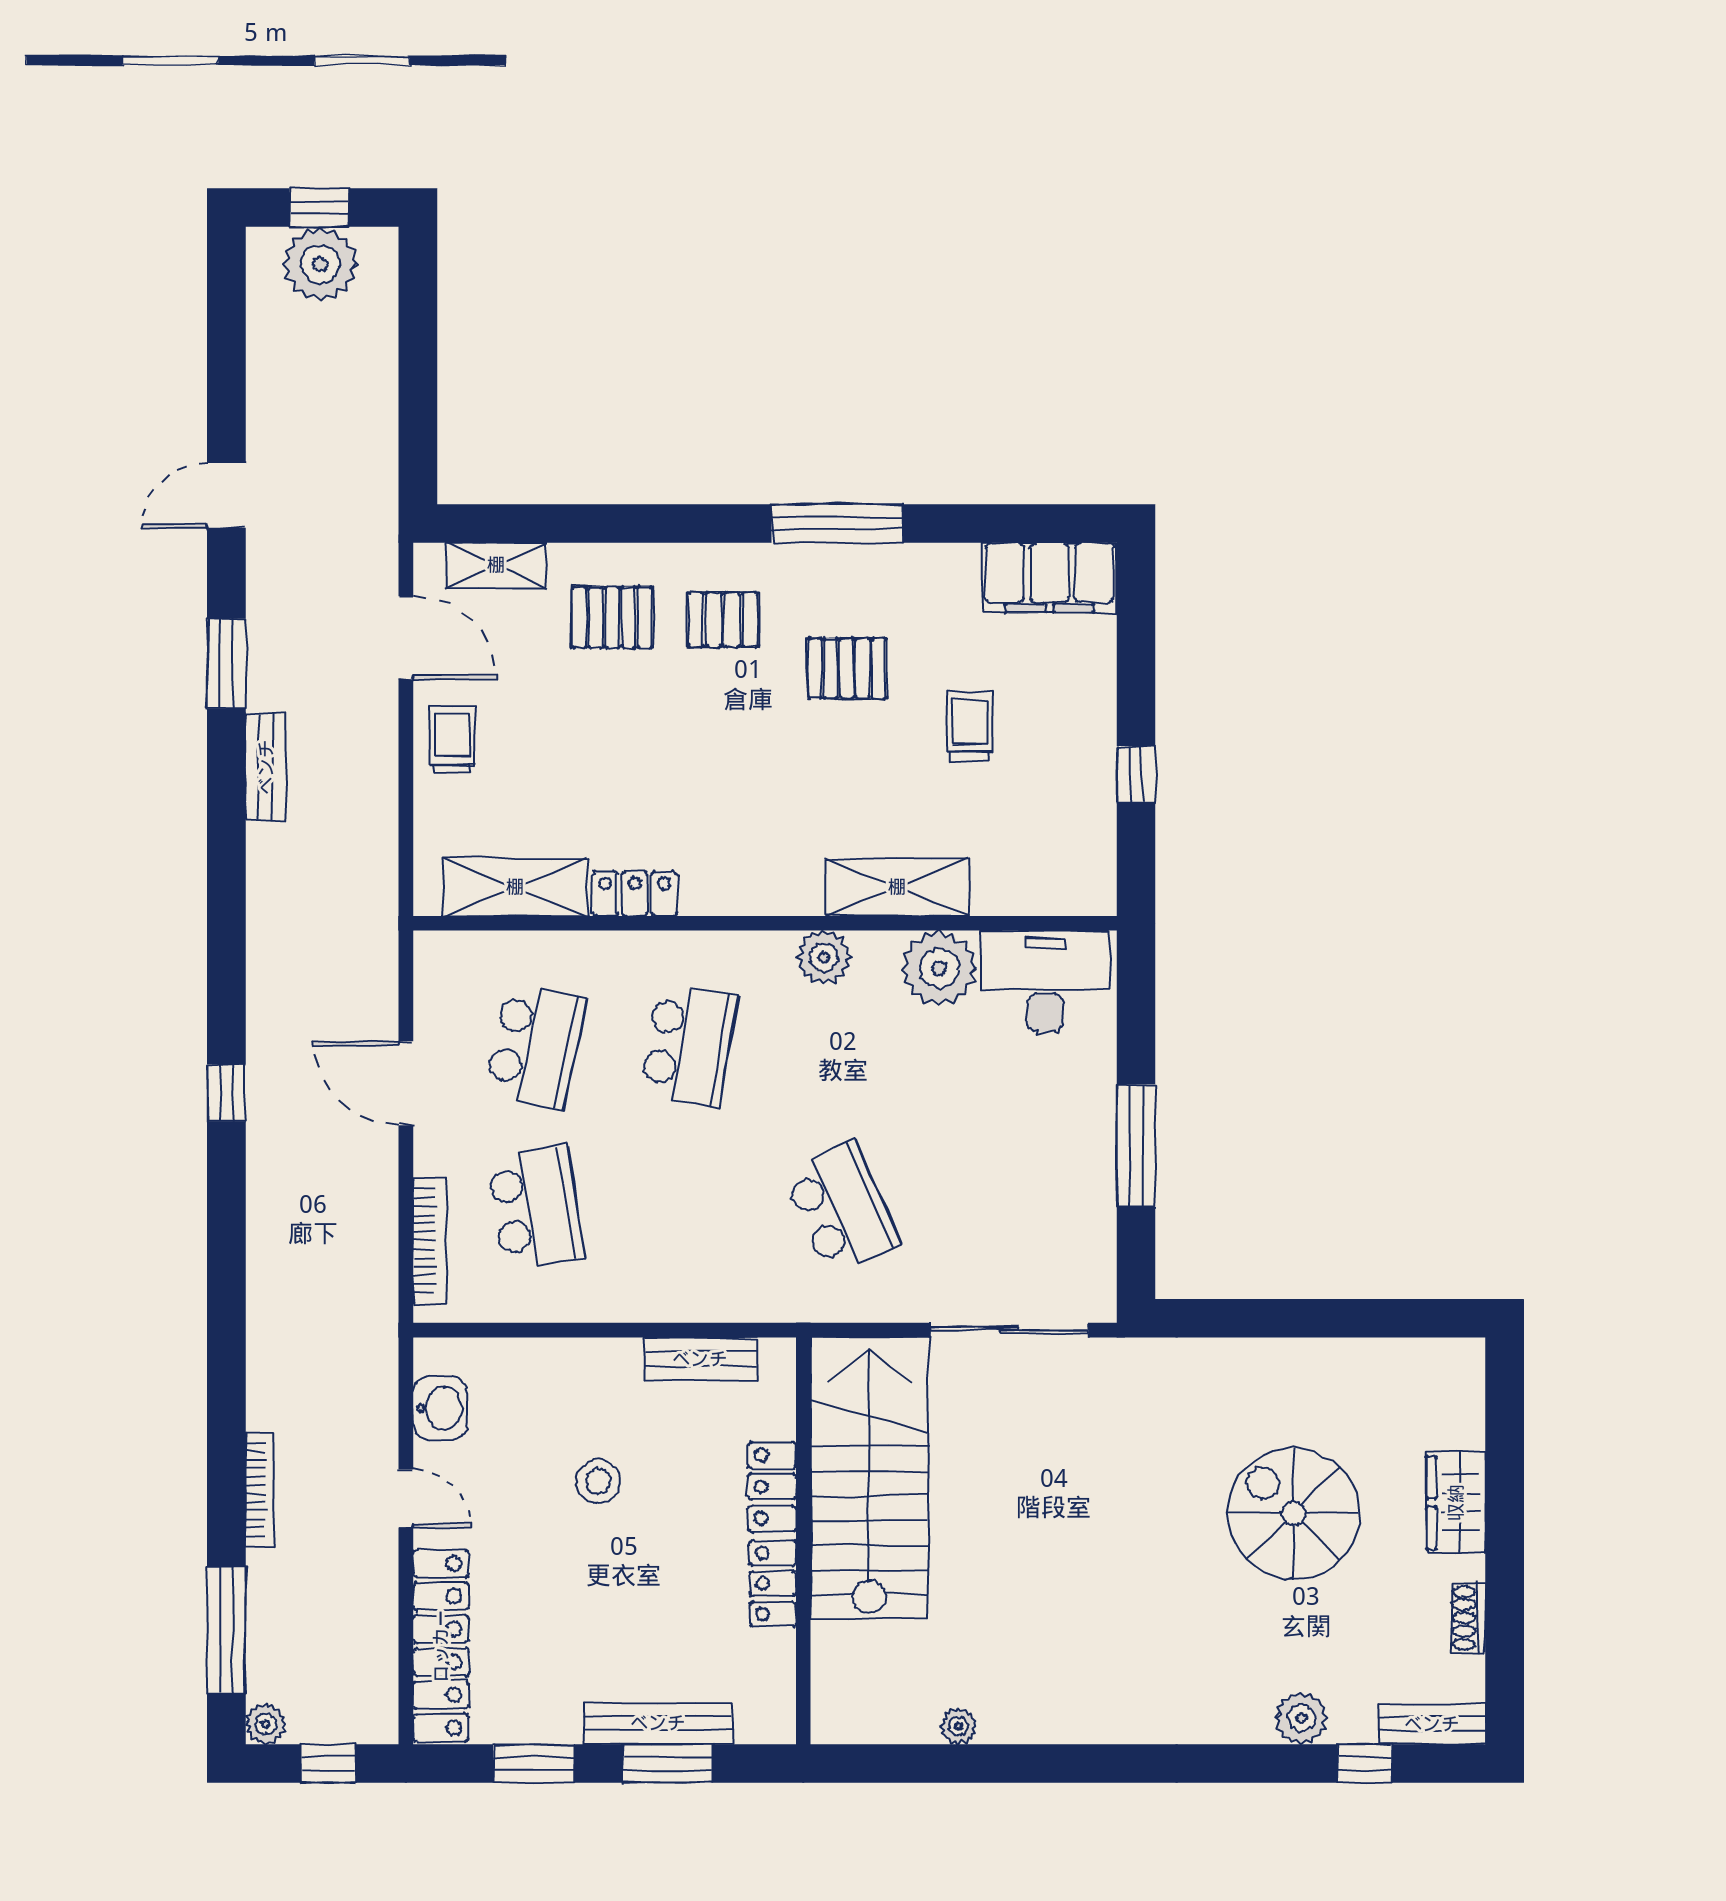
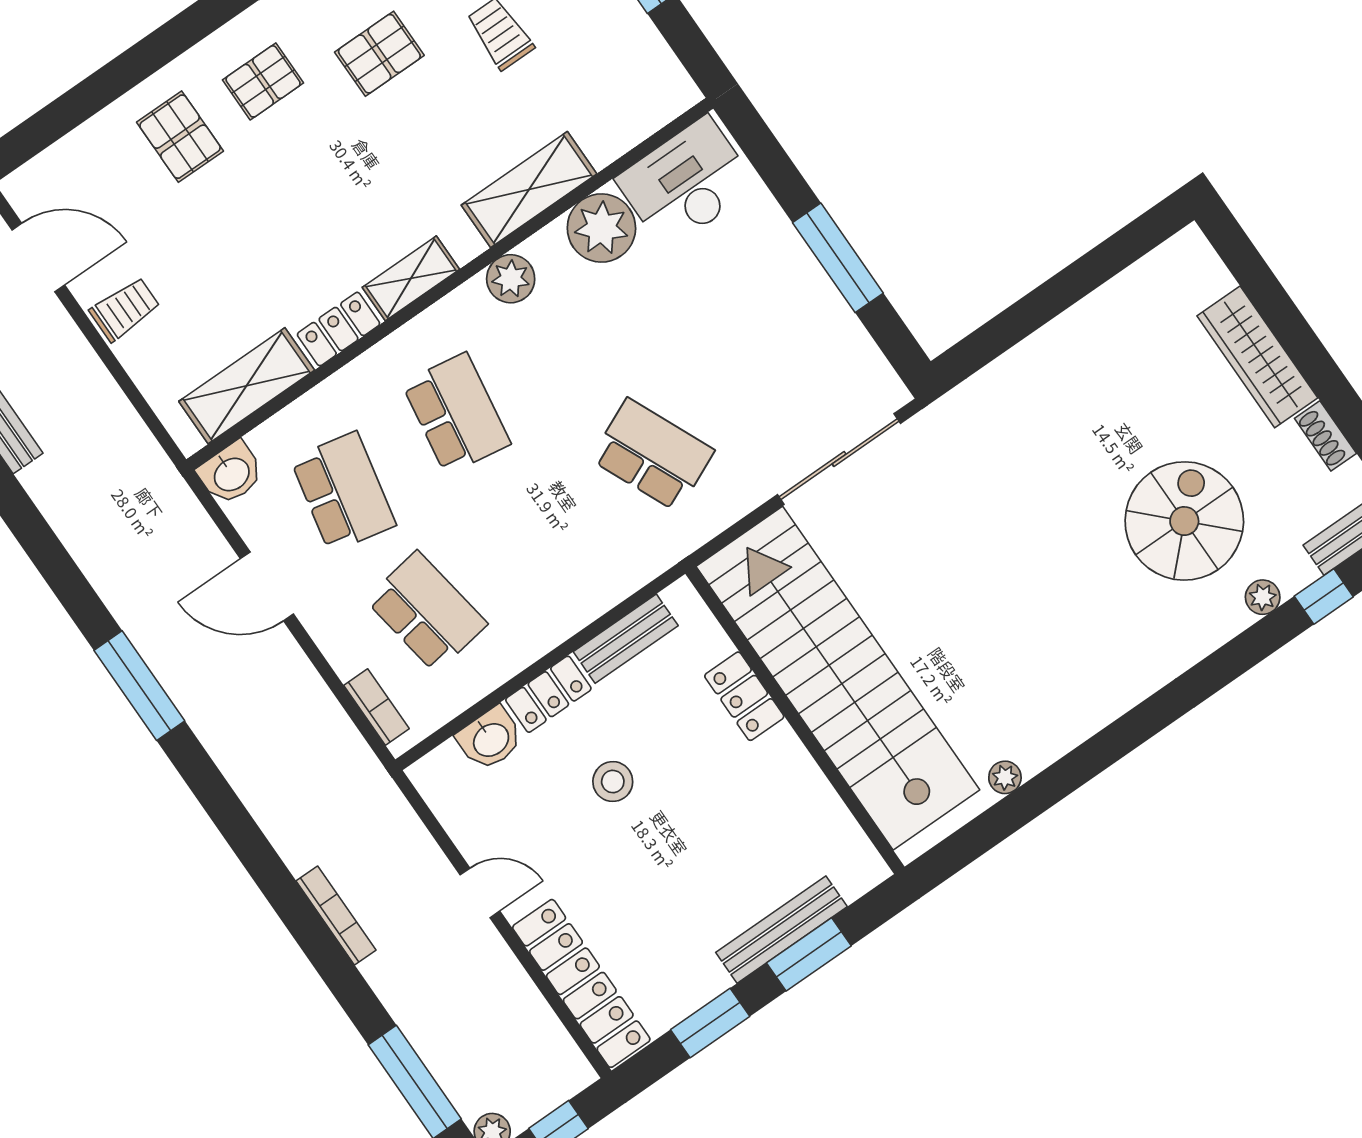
shelving: (496, 565) -> (411, 278), moved
pallet: (612, 617) -> (180, 137), turned 90
trolley: (452, 740) -> (125, 309), turned 90
washbasin: (445, 957) -> (231, 473), added
window: (226, 1093) -> (139, 686), width x2.17
bookcase: (429, 1240) -> (376, 707), width x0.64
washbasin: (440, 1408) -> (490, 739), moved, turned 90
stairs: (869, 1478) -> (838, 678), width x1.36
bookcase: (260, 1489) -> (336, 915), moved
wardrobe: (1456, 1503) -> (1257, 357), width x1.50
spiral stairs: (1293, 1514) -> (1184, 521), moved, turned 90
locker: (773, 1584) -> (548, 694), moved, turned -90
plant: (1301, 1718) -> (1263, 597), width x0.73, depth x0.73

